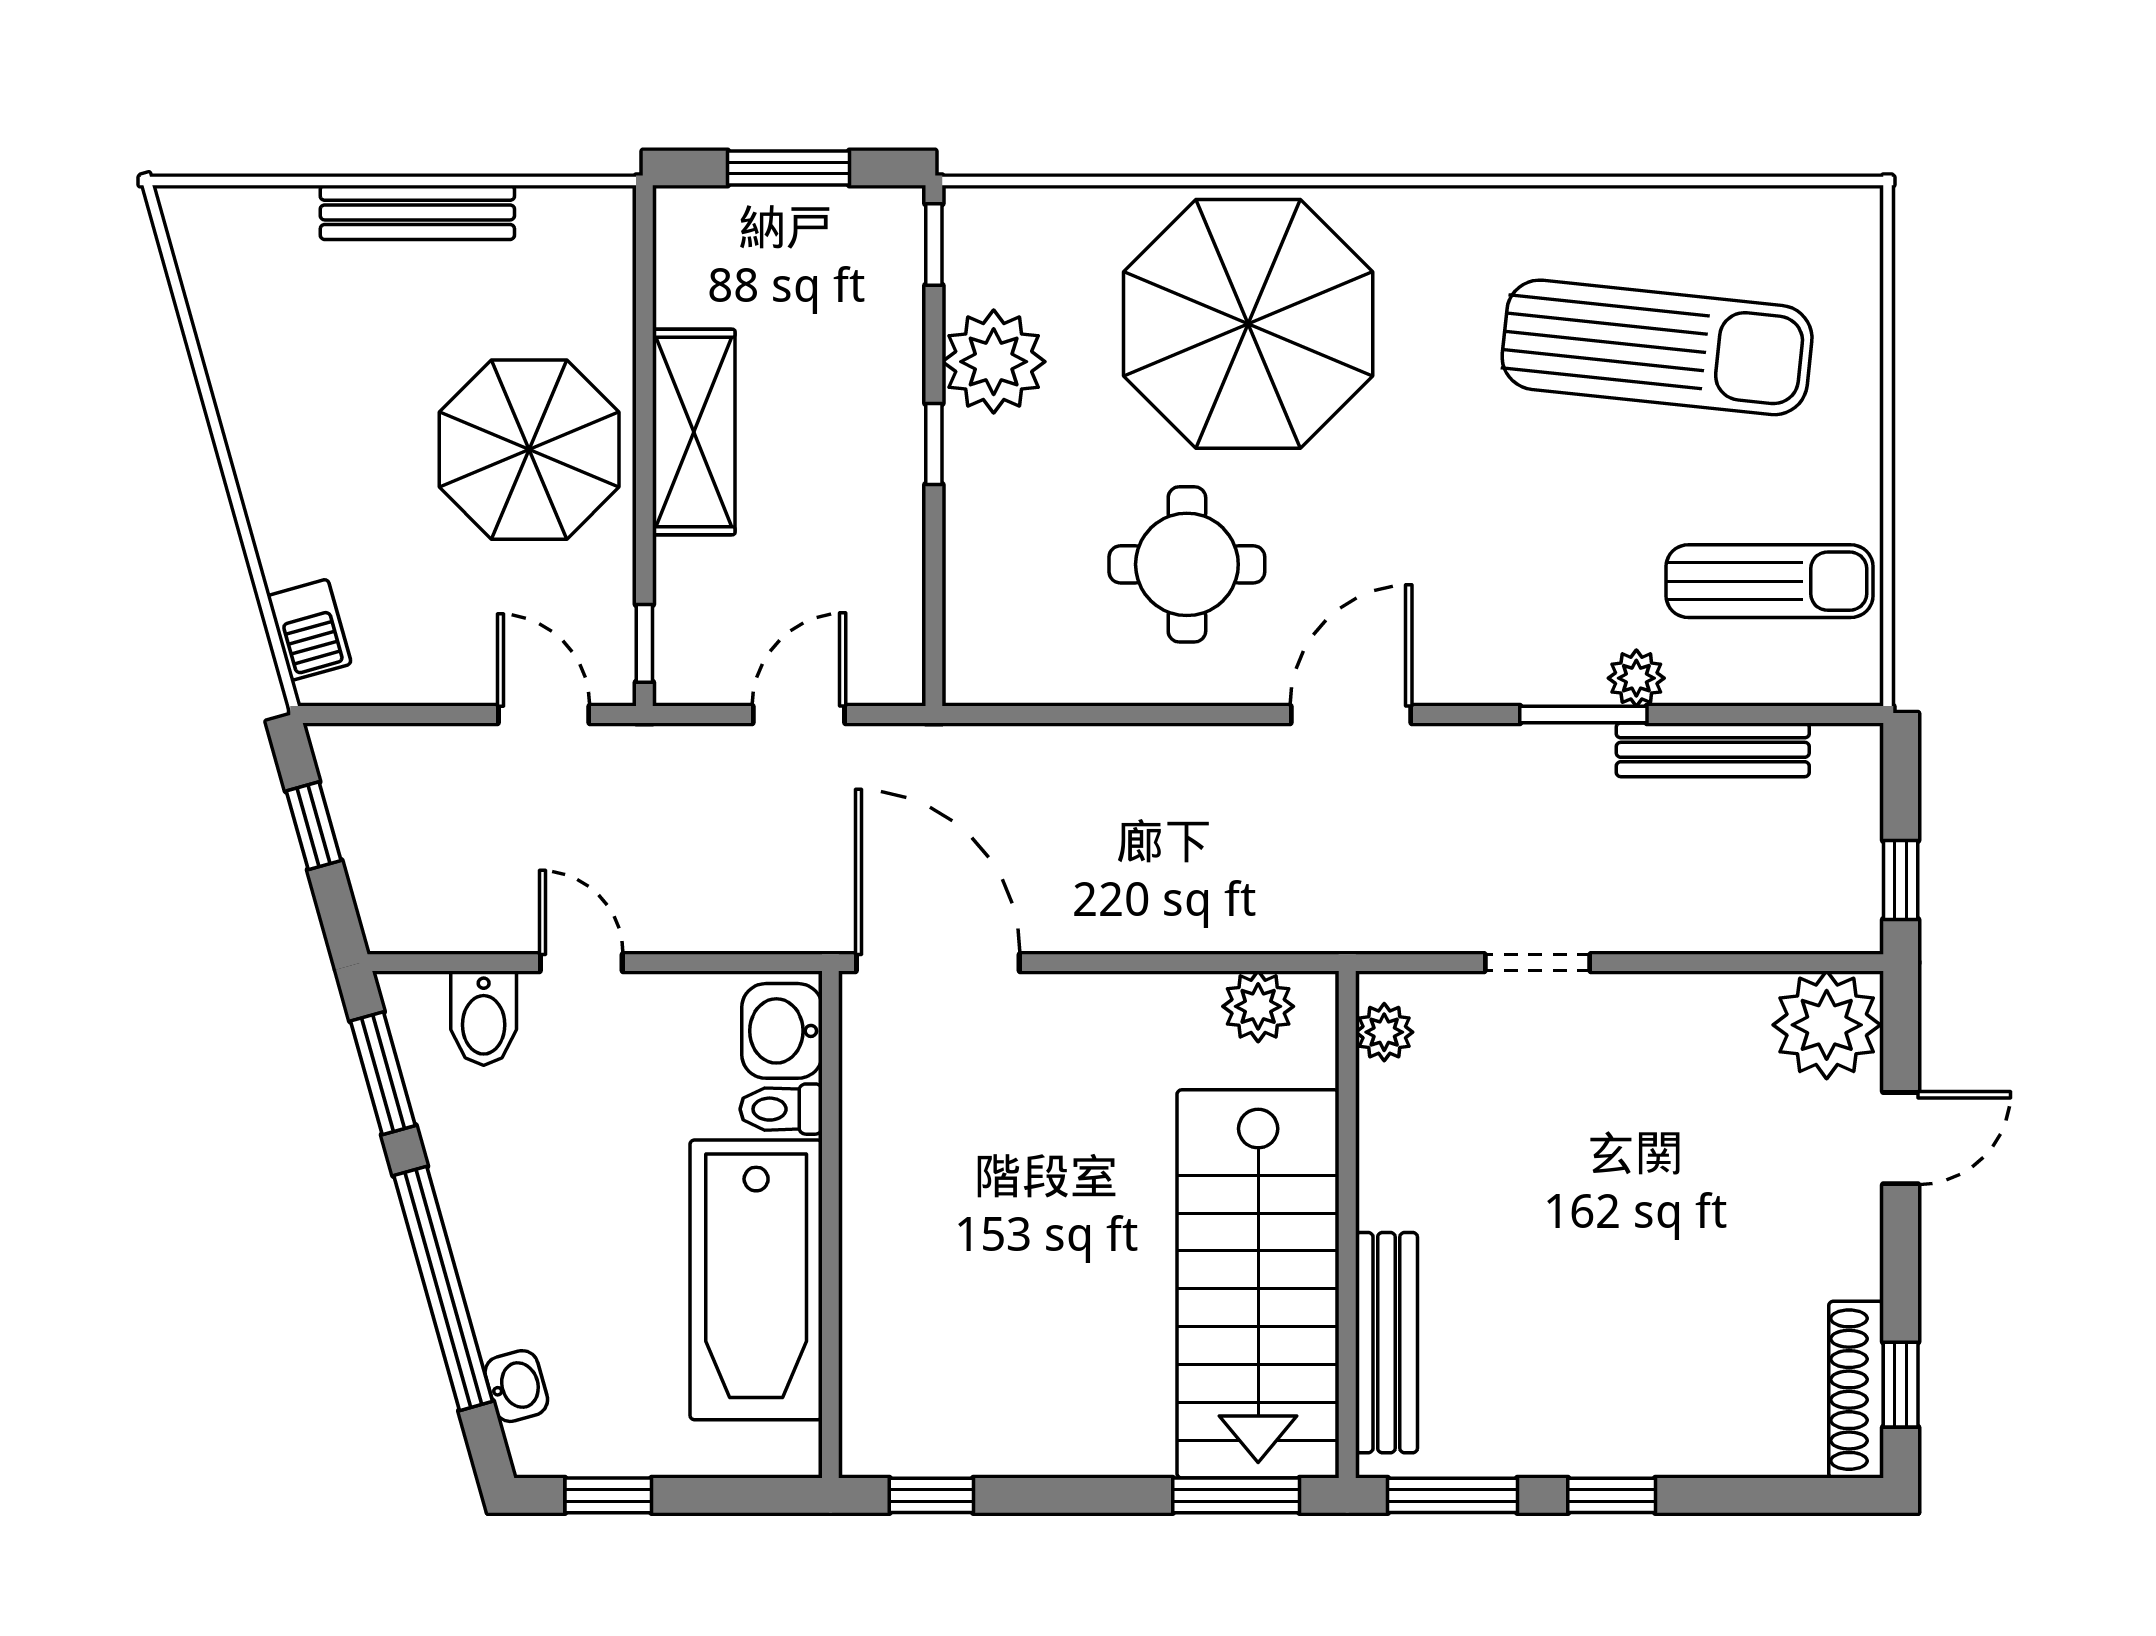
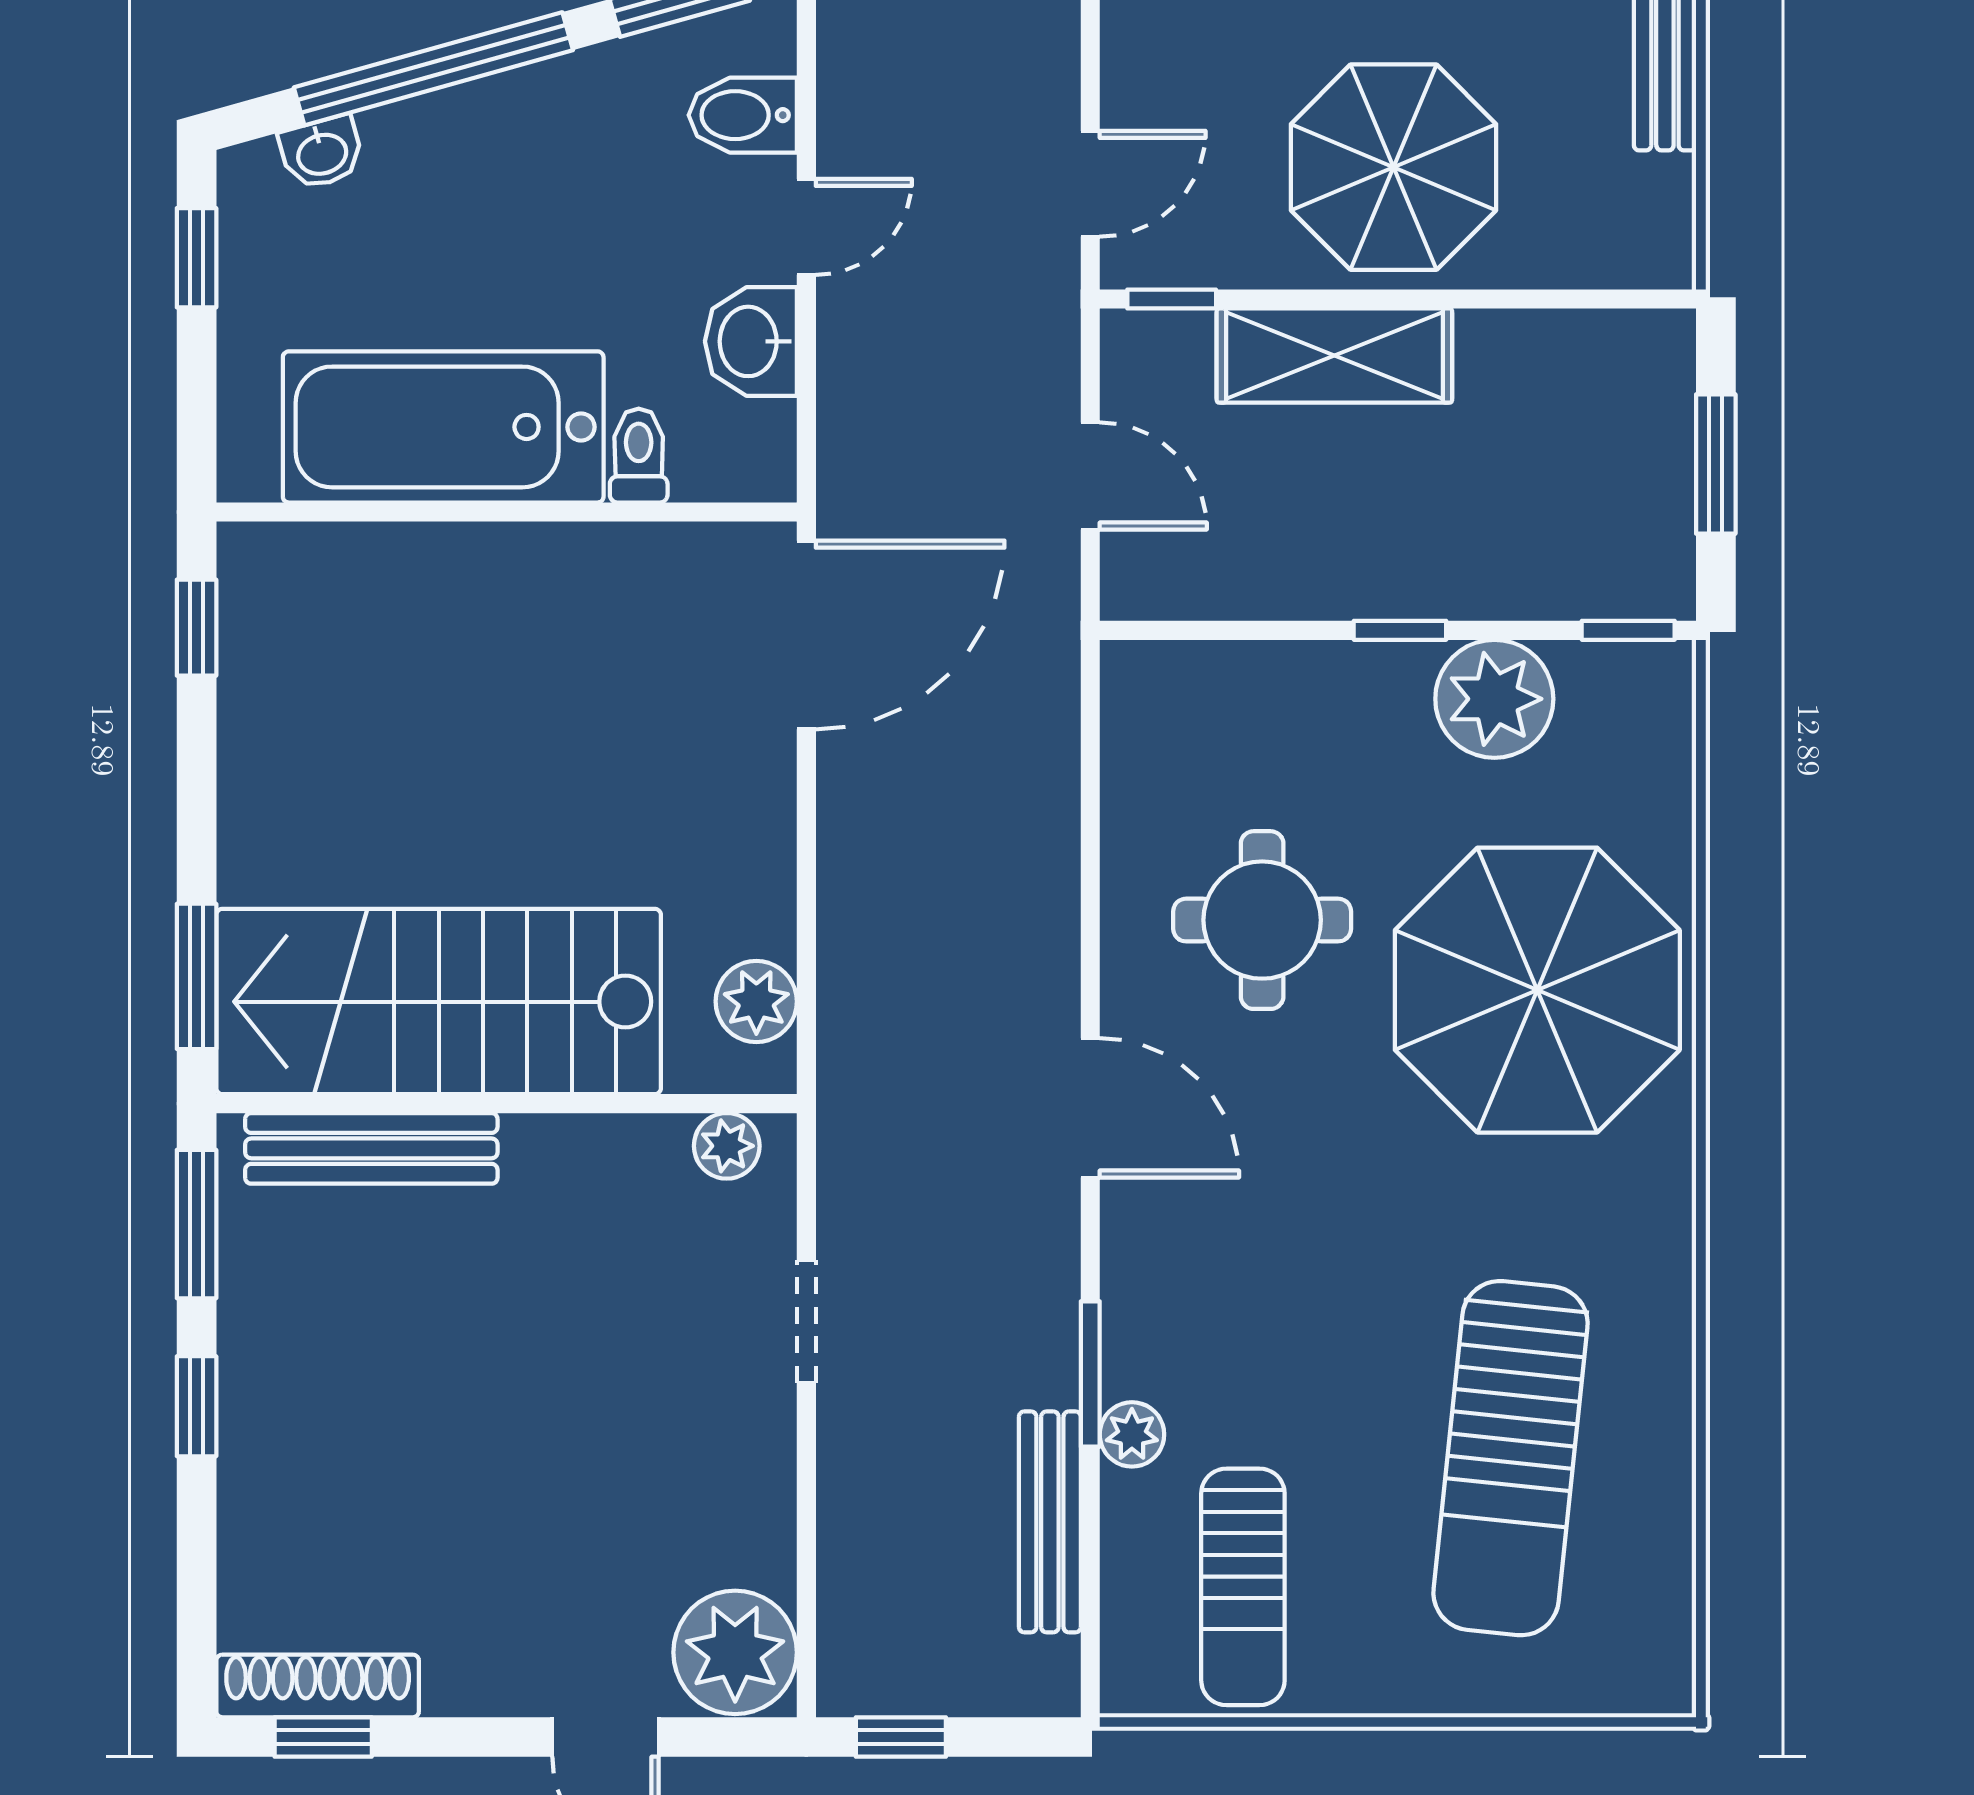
shelving: (694, 432) -> (1334, 356), moved
washbasin: (782, 1031) -> (751, 341), moved, turned -90

